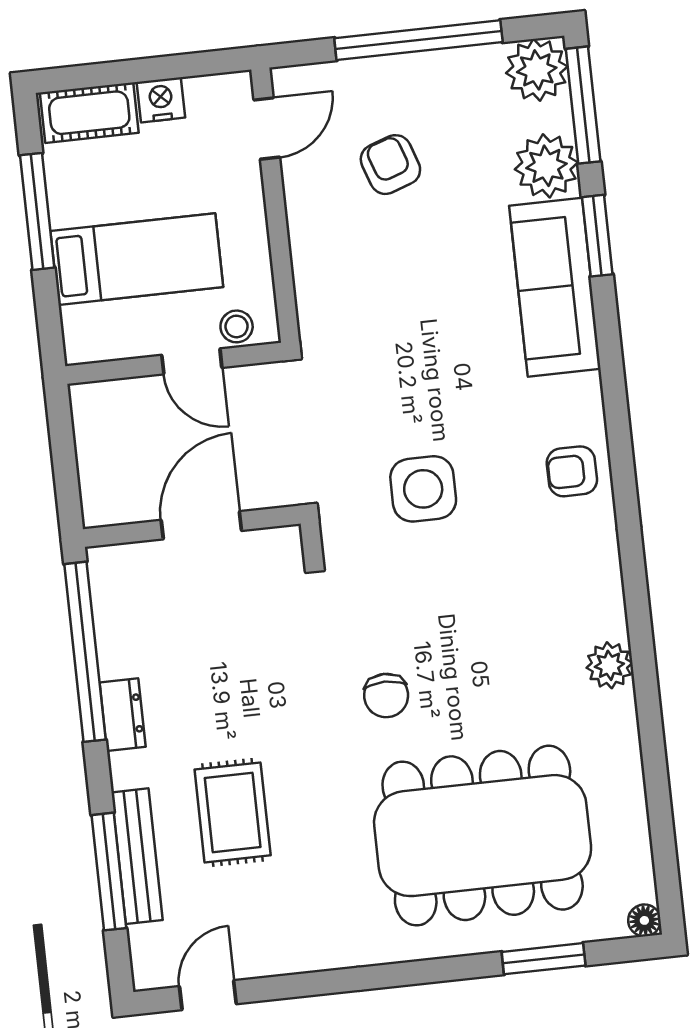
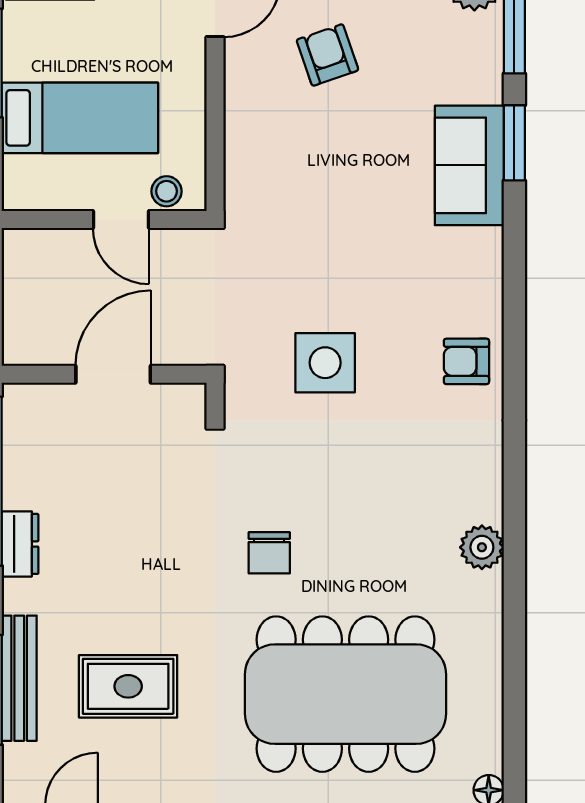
plant: (546, 166) -> (474, 72), removed
sofa: (555, 287) -> (469, 165), width x0.73
rug: (233, 812) -> (128, 686), moved, turned 90

